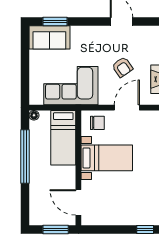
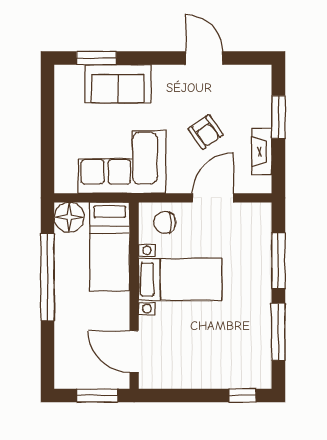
sofa: (49, 37) -> (118, 84), moved
floor lamp: (34, 115) -> (69, 217), width x1.89, depth x1.89
chair: (97, 123) -> (165, 222), turned 180

